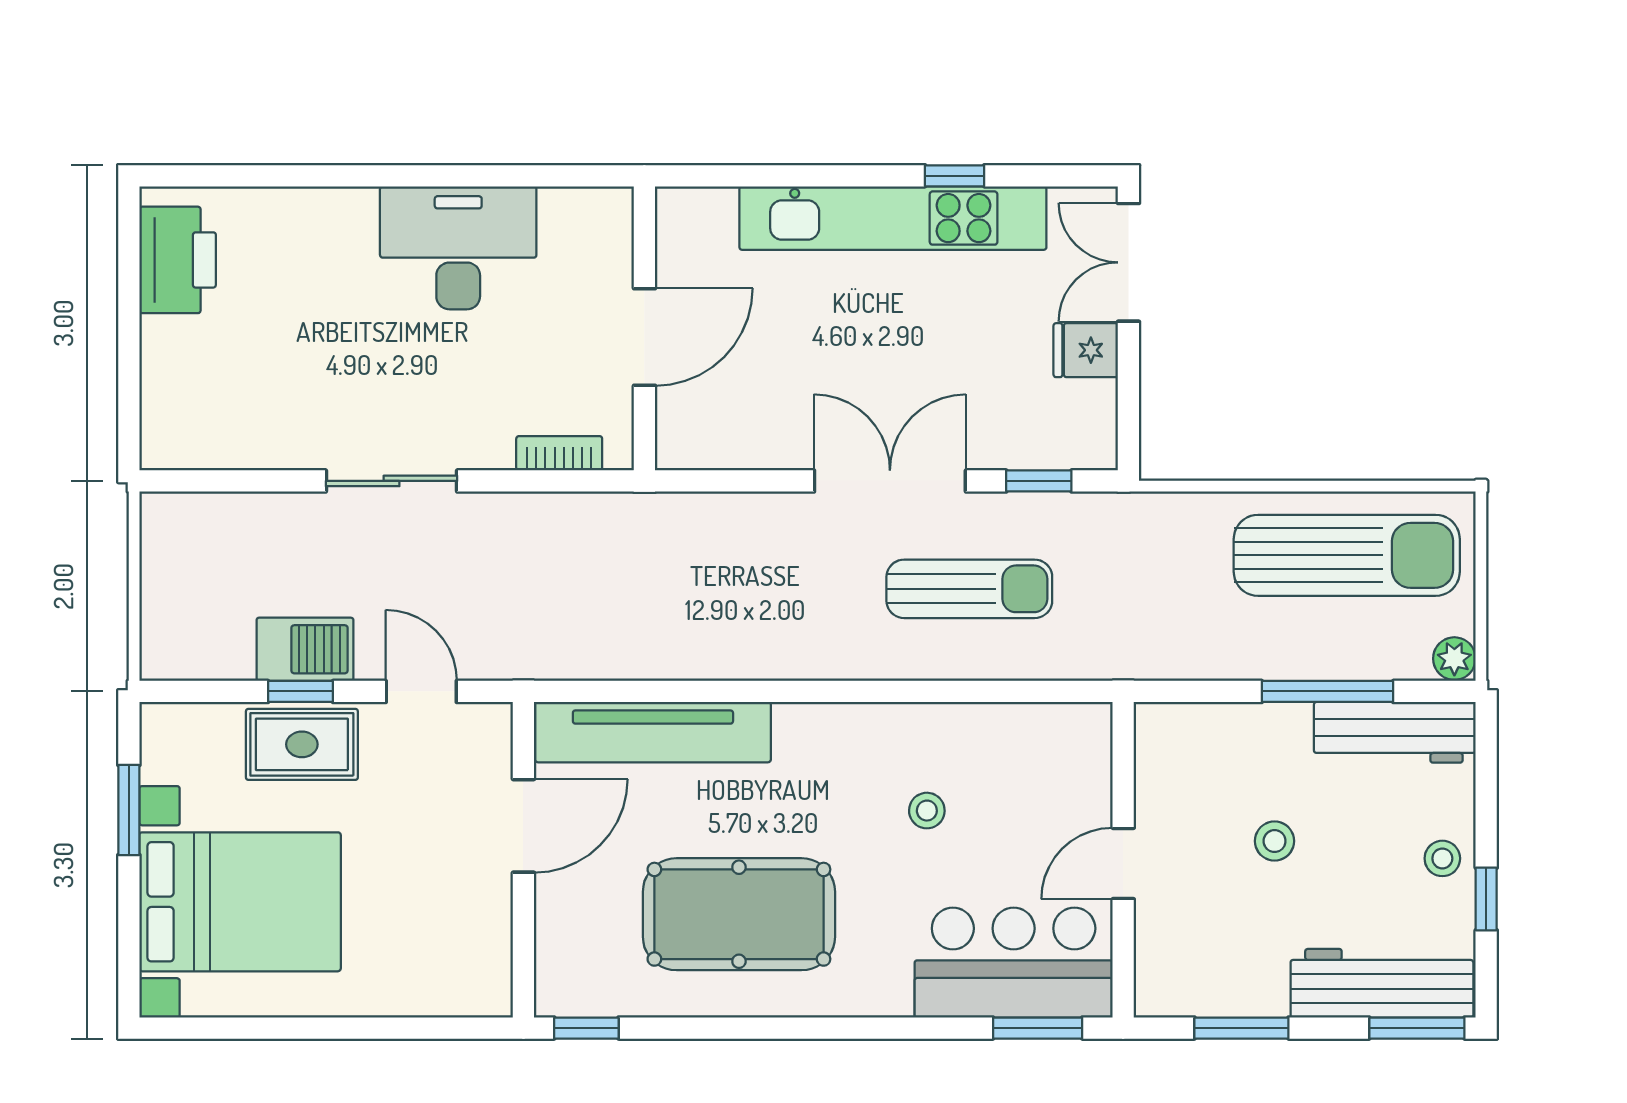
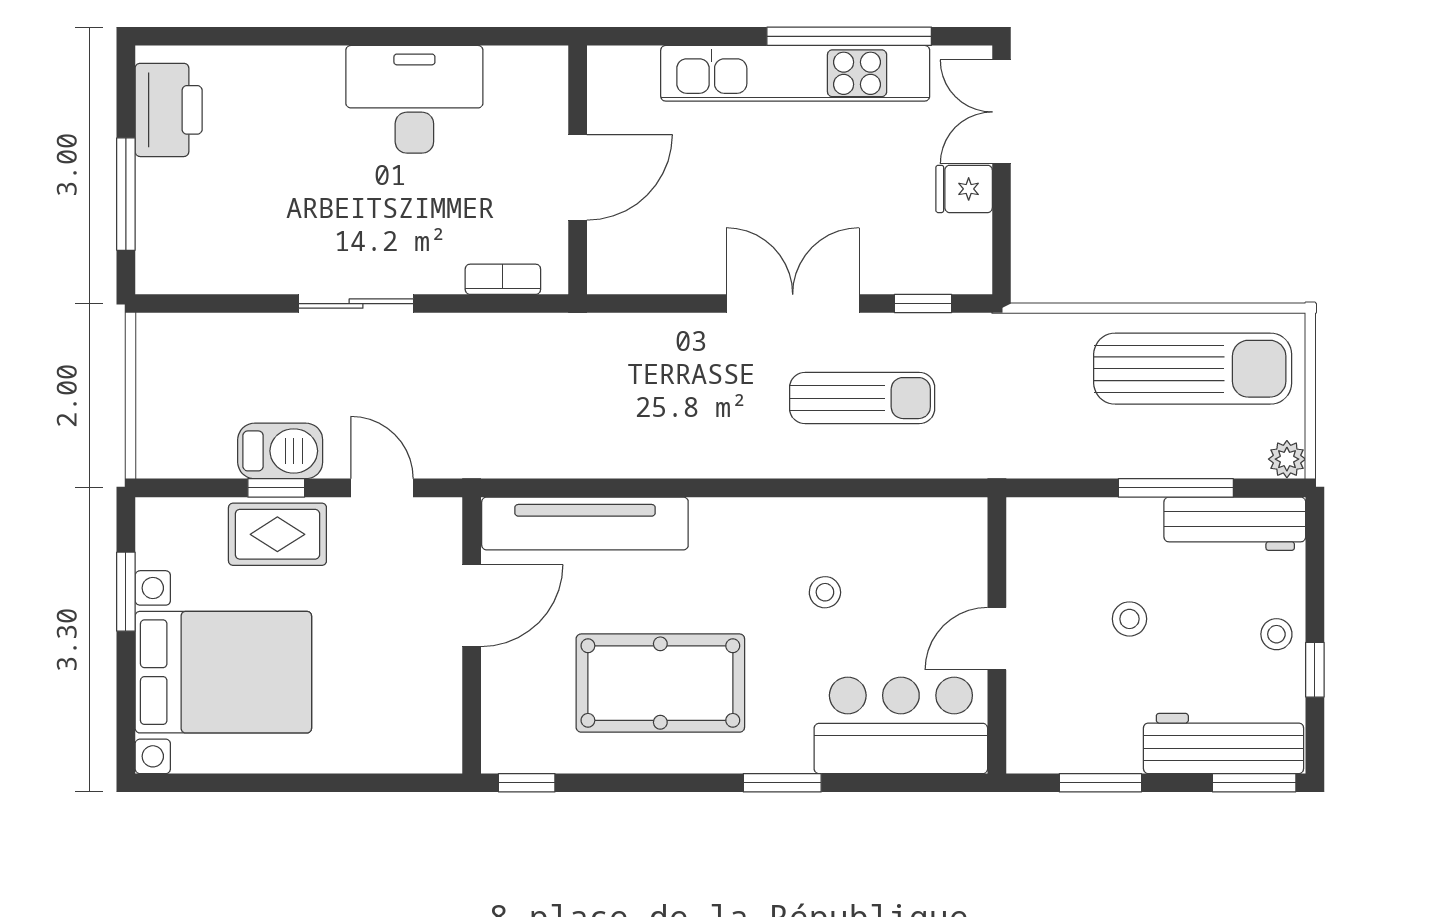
window: (955, 176) -> (849, 36), width x3.17
window: (129, 356) -> (126, 194), added
window: (1038, 1028) -> (782, 783), moved

